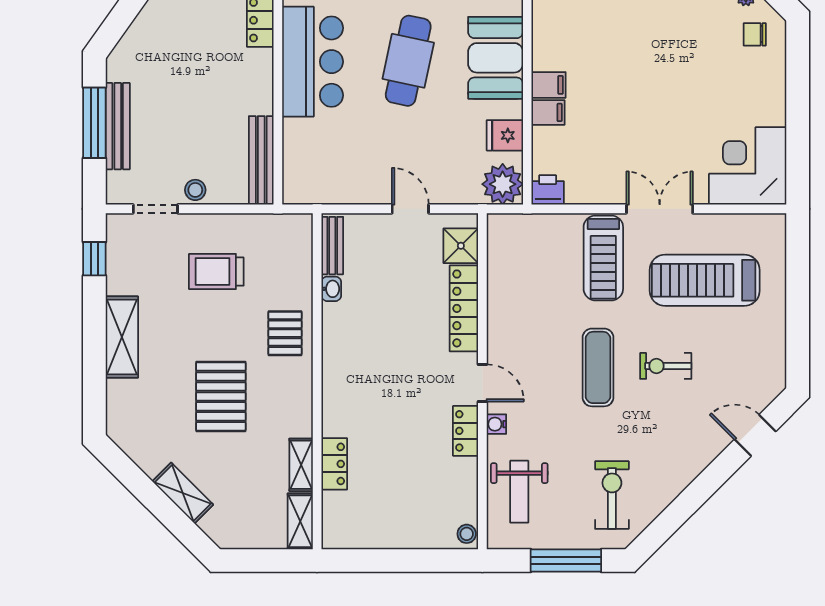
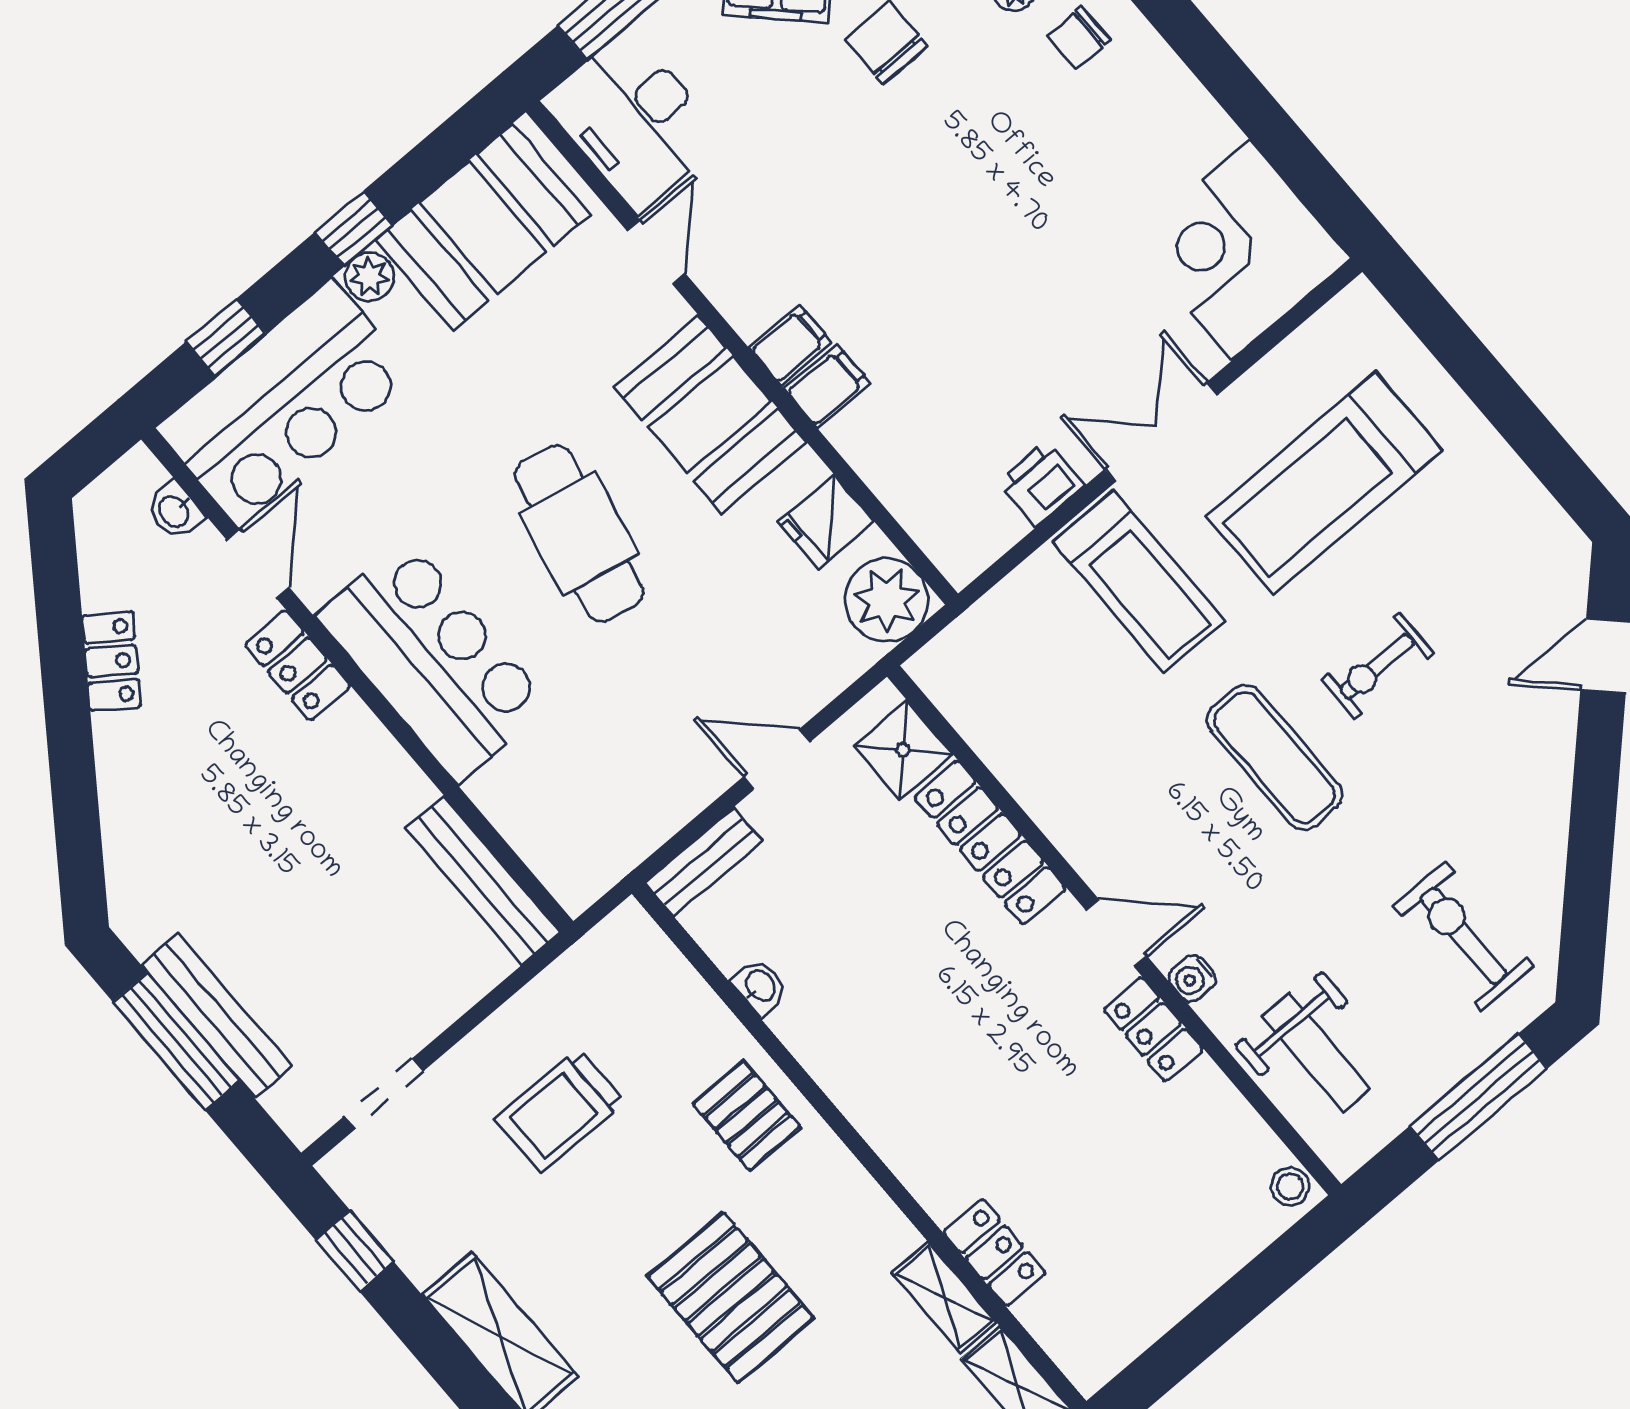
filing cabinet: (548, 112) -> (790, 345), moved
stool: (195, 190) -> (420, 1012), removed
printer: (548, 190) -> (1041, 484), moved
bench: (332, 246) -> (704, 862), moved, turned 90

